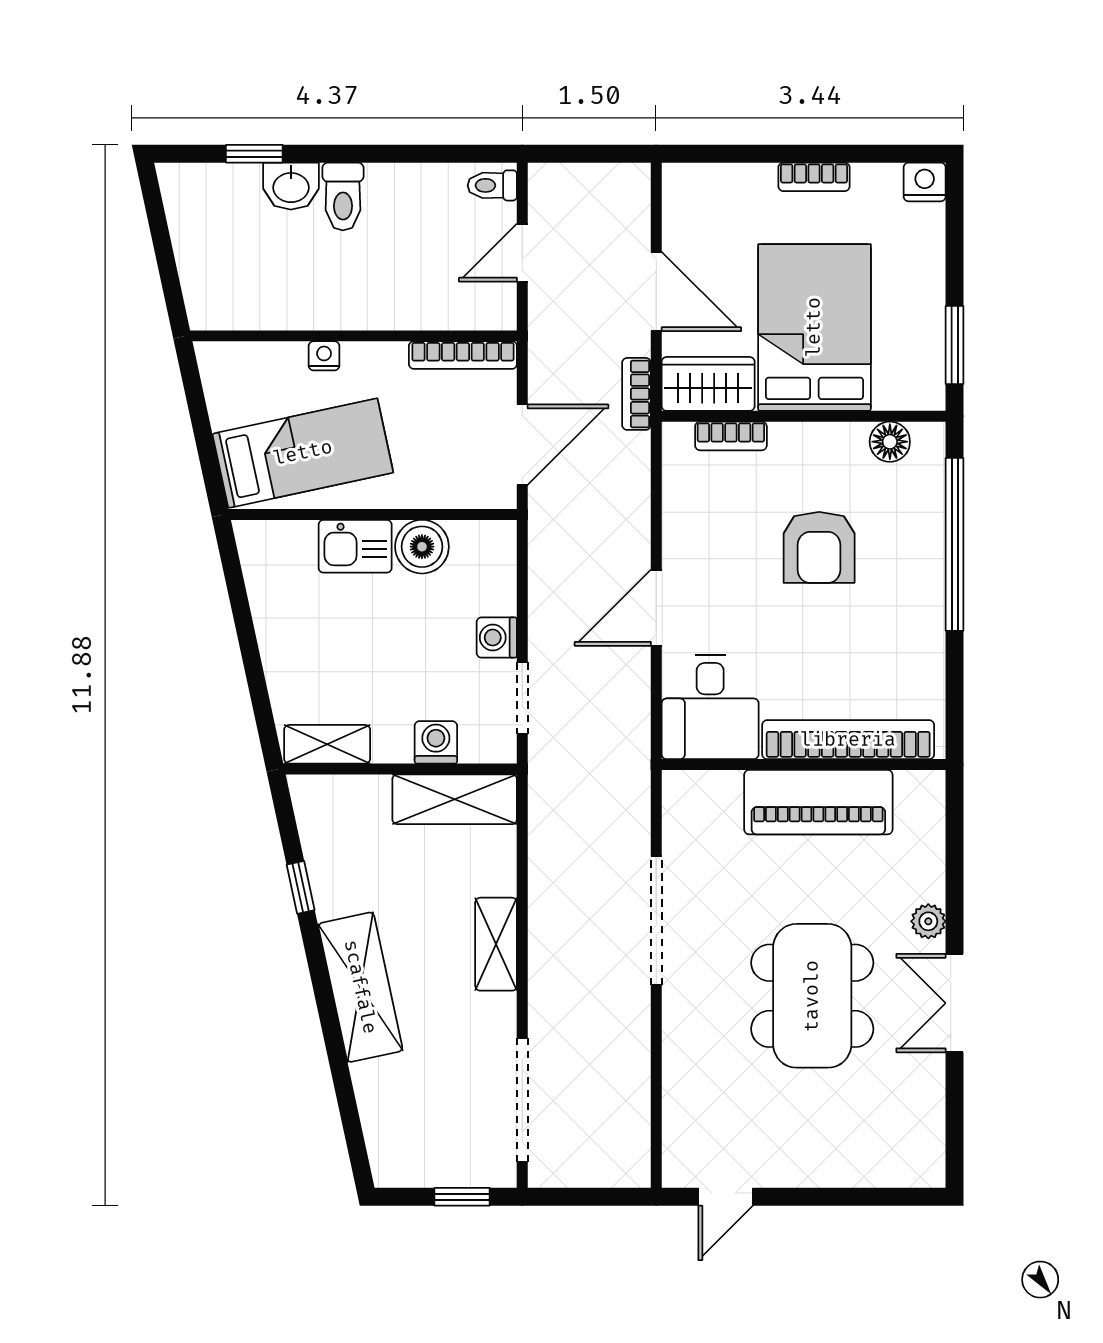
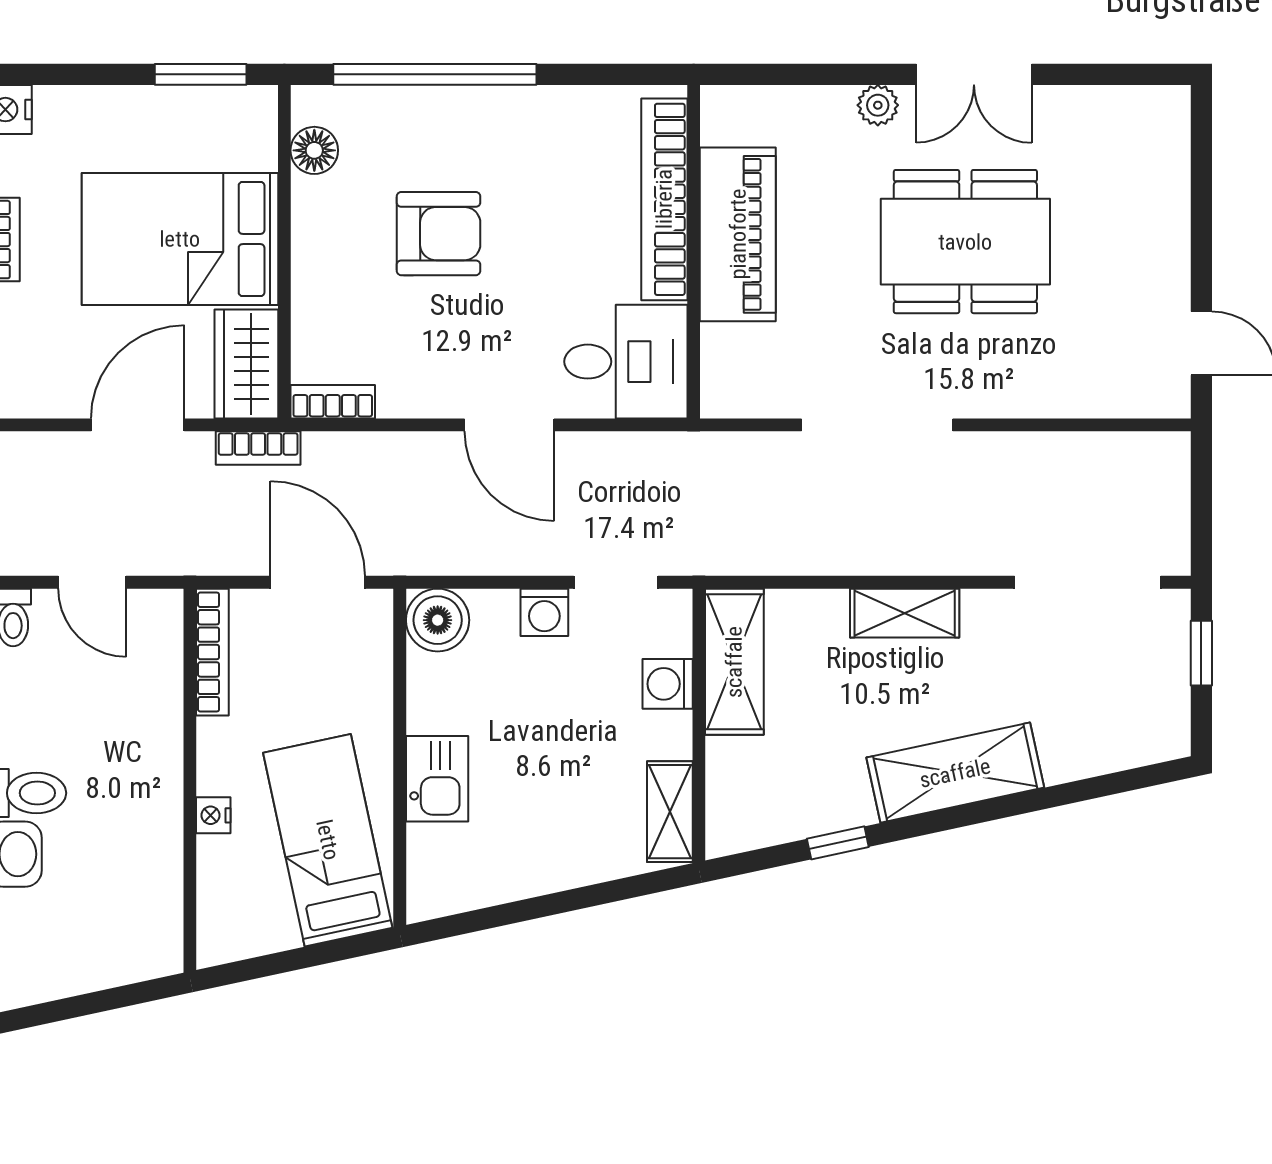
bookcase: (731, 436) -> (333, 402), moved, turned -90
boiler: (422, 547) -> (438, 620), moved

